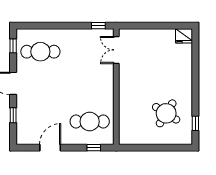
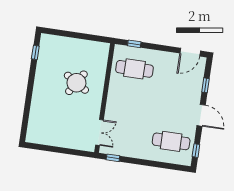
fridge: (184, 36) -> (34, 136), removed
round table: (166, 113) -> (76, 83), moved
door: (50, 148) -> (190, 52), moved

